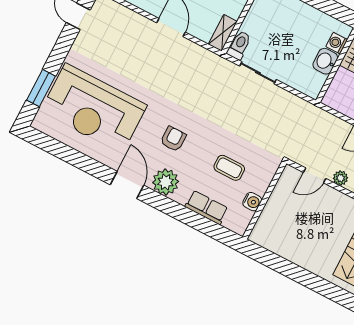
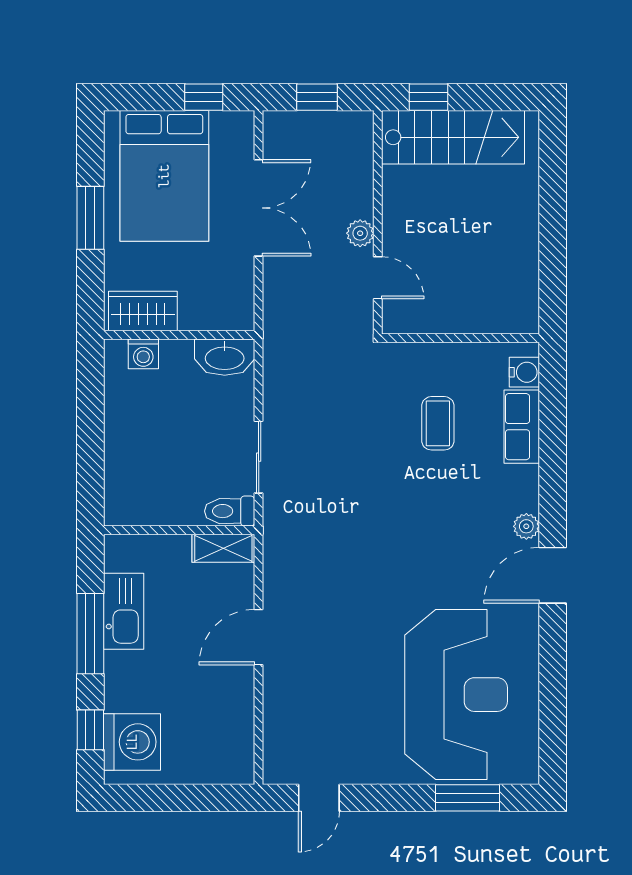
washbasin: (325, 61) -> (225, 357), moved, width x1.38
armchair: (173, 139) -> (438, 539), removed
plant: (166, 182) -> (526, 526), width x0.53, depth x0.53
water cooler: (252, 202) -> (524, 372), moved, turned 90

